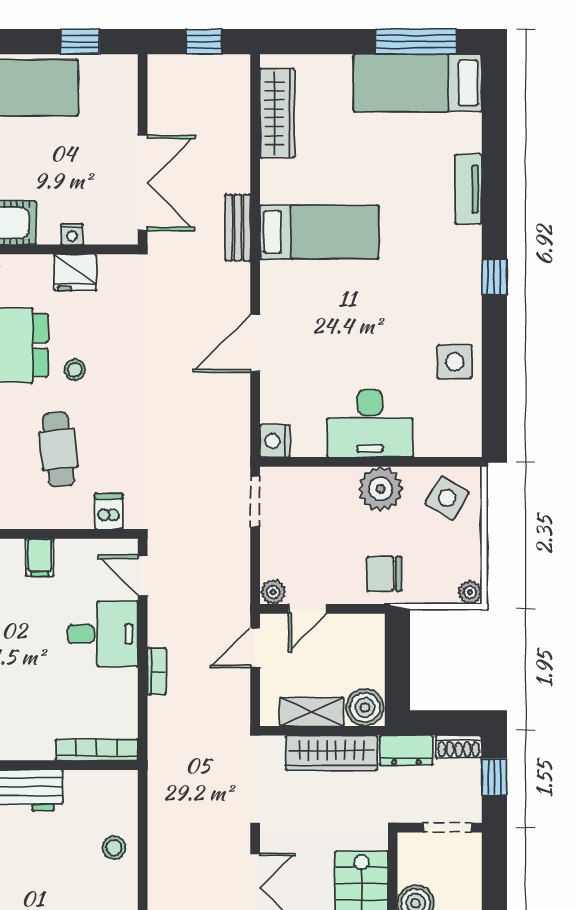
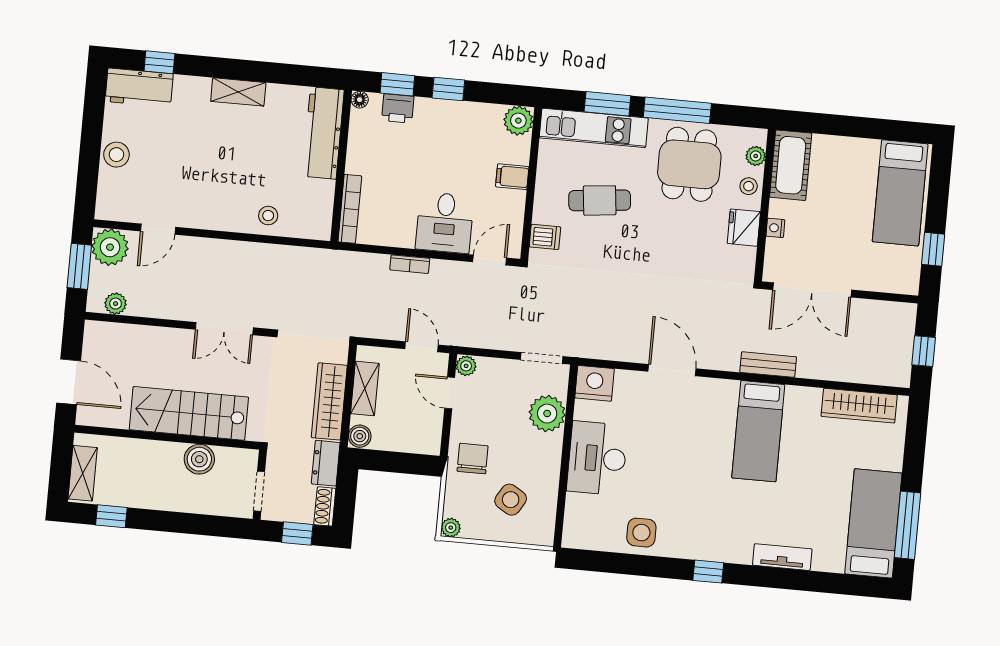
stool: (75, 370) -> (749, 186), moved
nightstand: (275, 441) -> (595, 383), width x1.36, depth x1.33
plant: (381, 489) -> (547, 414), moved
side table: (447, 498) -> (511, 500), moved
boiler: (365, 707) -> (360, 436), width x0.73, depth x0.73

